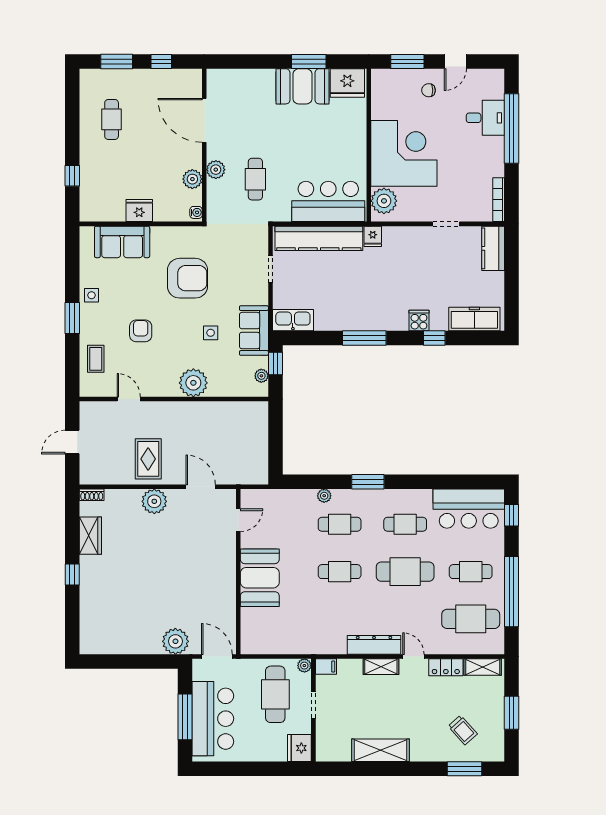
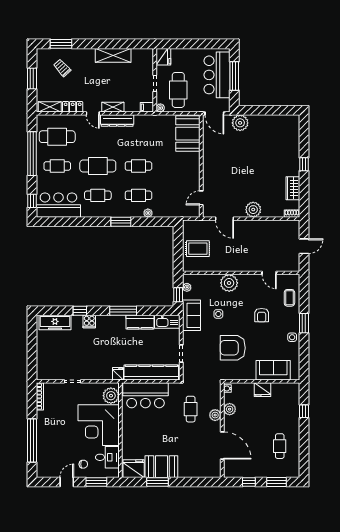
desk: (485, 118) -> (107, 457), moved, turned 180
kitchen counter: (493, 248) -> (140, 322), moved, turned 90
rug: (148, 459) -> (198, 249), moved, turned 90
booth: (260, 578) -> (188, 134), moved

